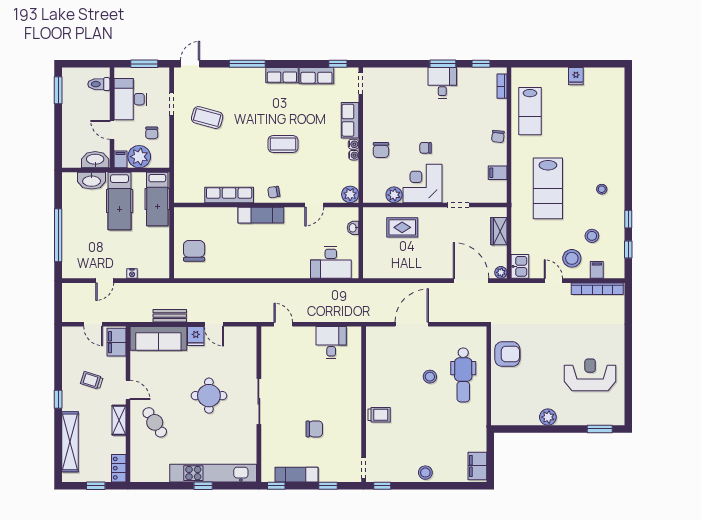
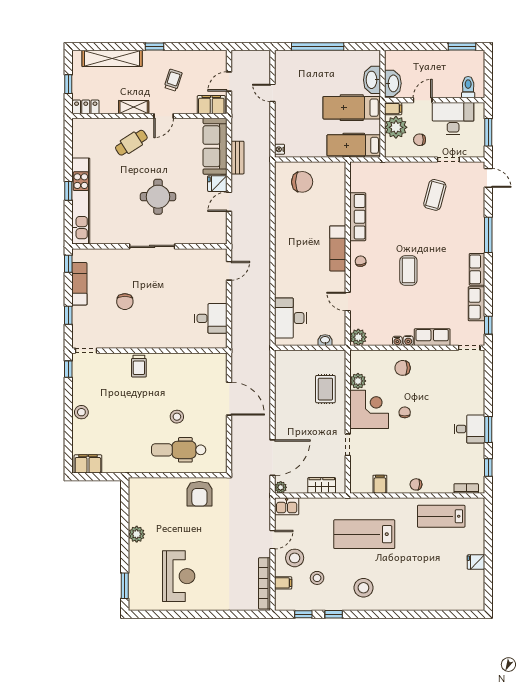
stool: (602, 189) -> (363, 588), width x1.89, depth x1.89
nightstand: (132, 274) -> (280, 149), moved

